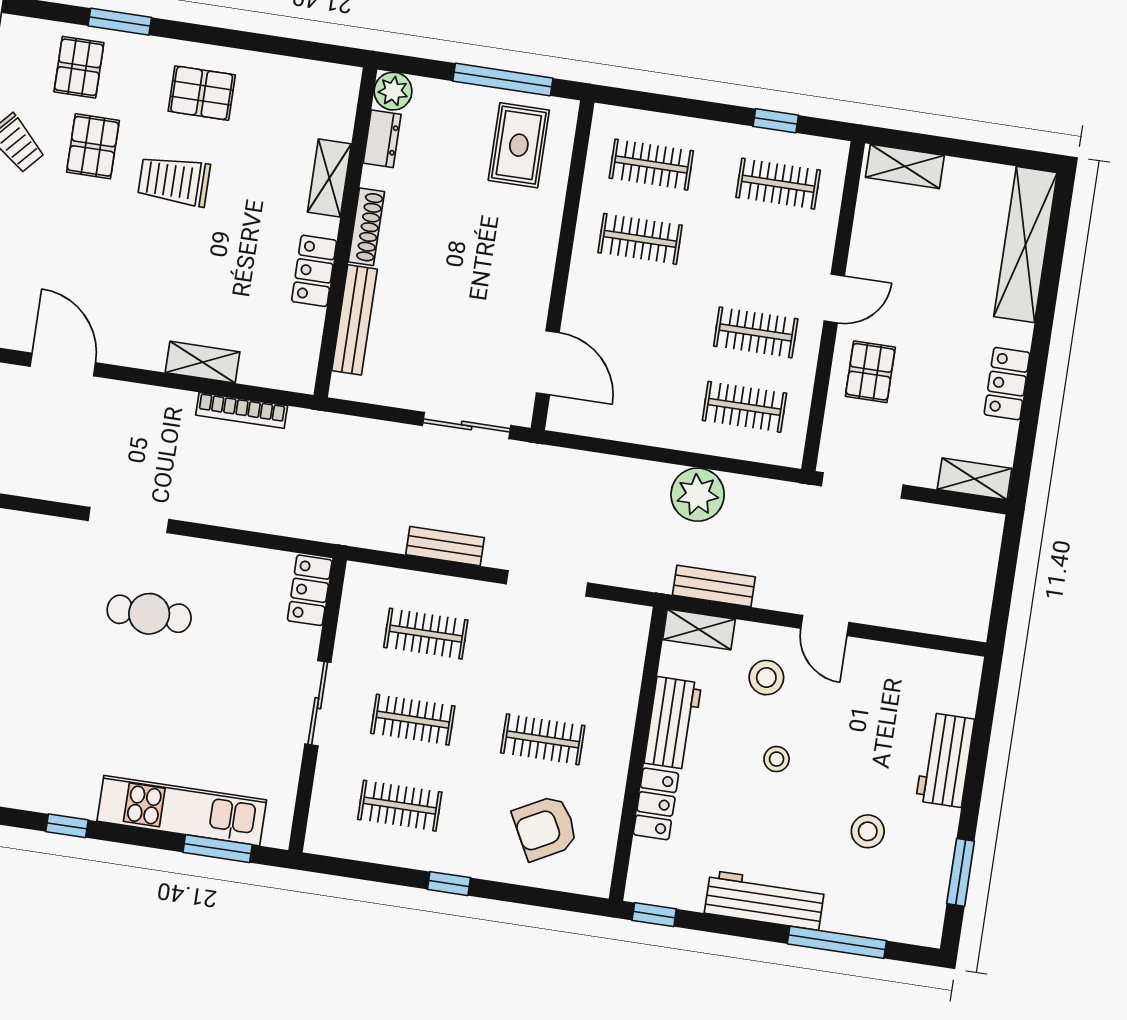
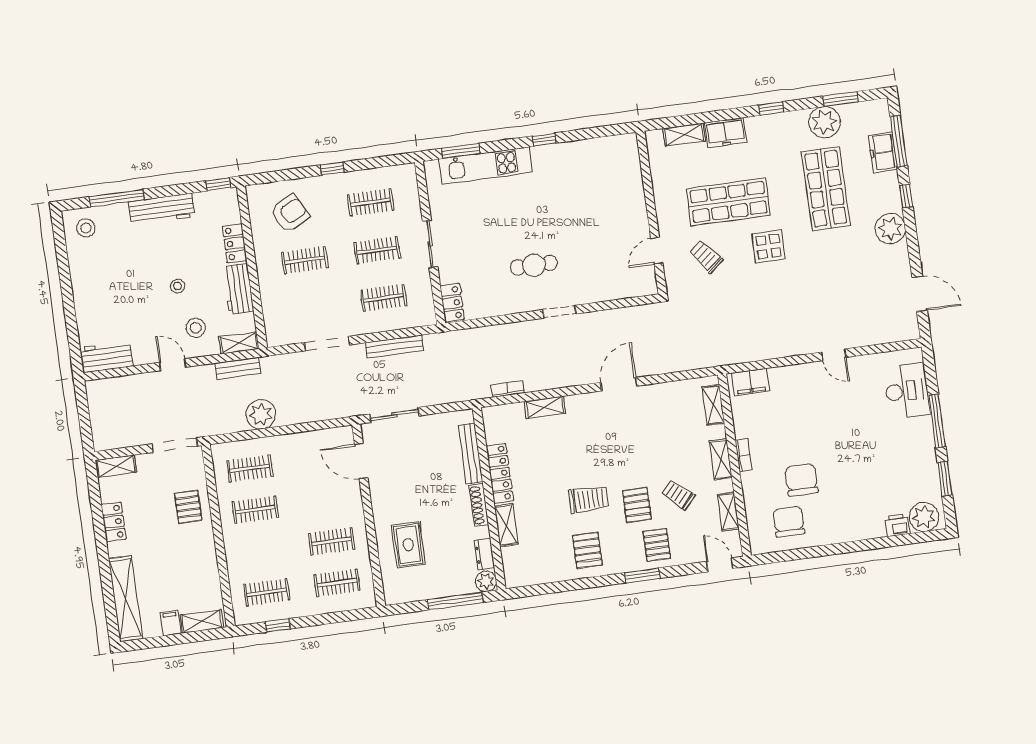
window: (503, 80) -> (455, 601), moved
pallet: (202, 93) -> (587, 550), turned 90
rug: (519, 145) -> (408, 545), moved
filing cabinet: (960, 180) -> (171, 623), added
locker: (314, 271) -> (500, 473), width x1.53
door: (834, 299) -> (219, 540), removed
door: (63, 364) -> (619, 384), swing flipped
bookcase: (242, 410) -> (508, 389), width x0.64
doorway: (128, 520) -> (560, 312), width x0.73
bench: (445, 546) -> (395, 346), width x1.36
workbench: (945, 760) -> (107, 357), moved, turned -90
stool: (868, 831) -> (86, 228), moved
window: (961, 872) -> (62, 255), removed

